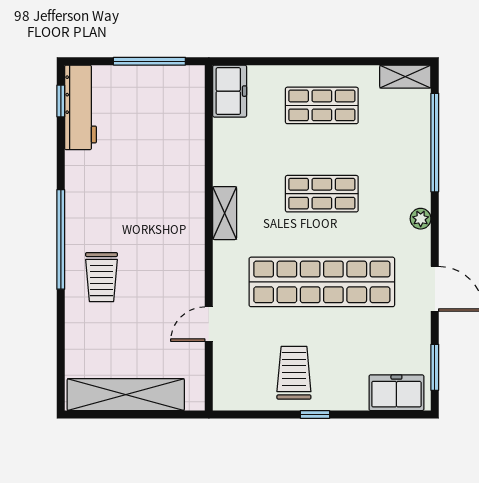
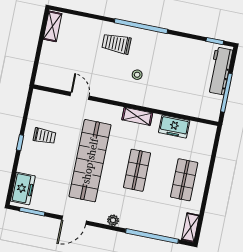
freezer: (230, 91) -> (174, 127), moved
workbench: (81, 107) -> (220, 71), moved, turned 90
stool: (150, 229) -> (137, 75), added
trolley: (294, 373) -> (45, 136), width x0.73, depth x0.72
shelving: (126, 395) -> (53, 26), width x0.45, depth x0.75

